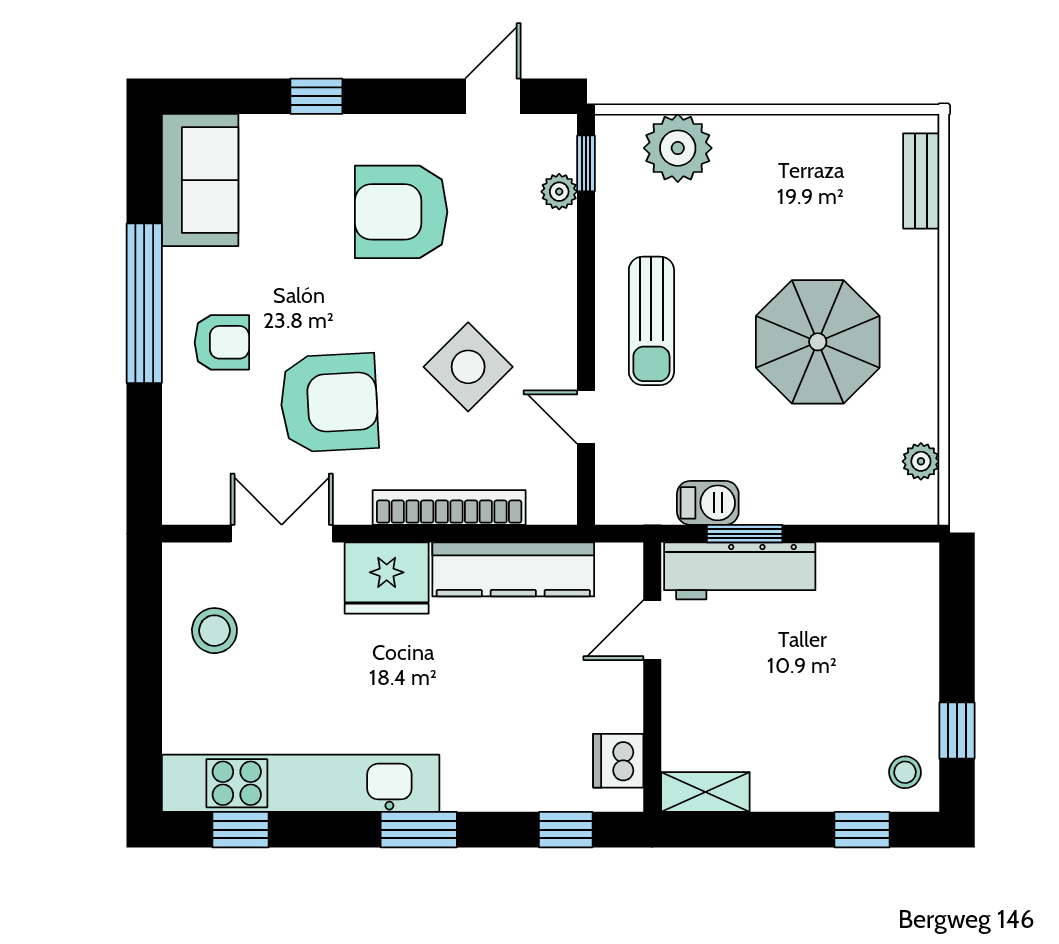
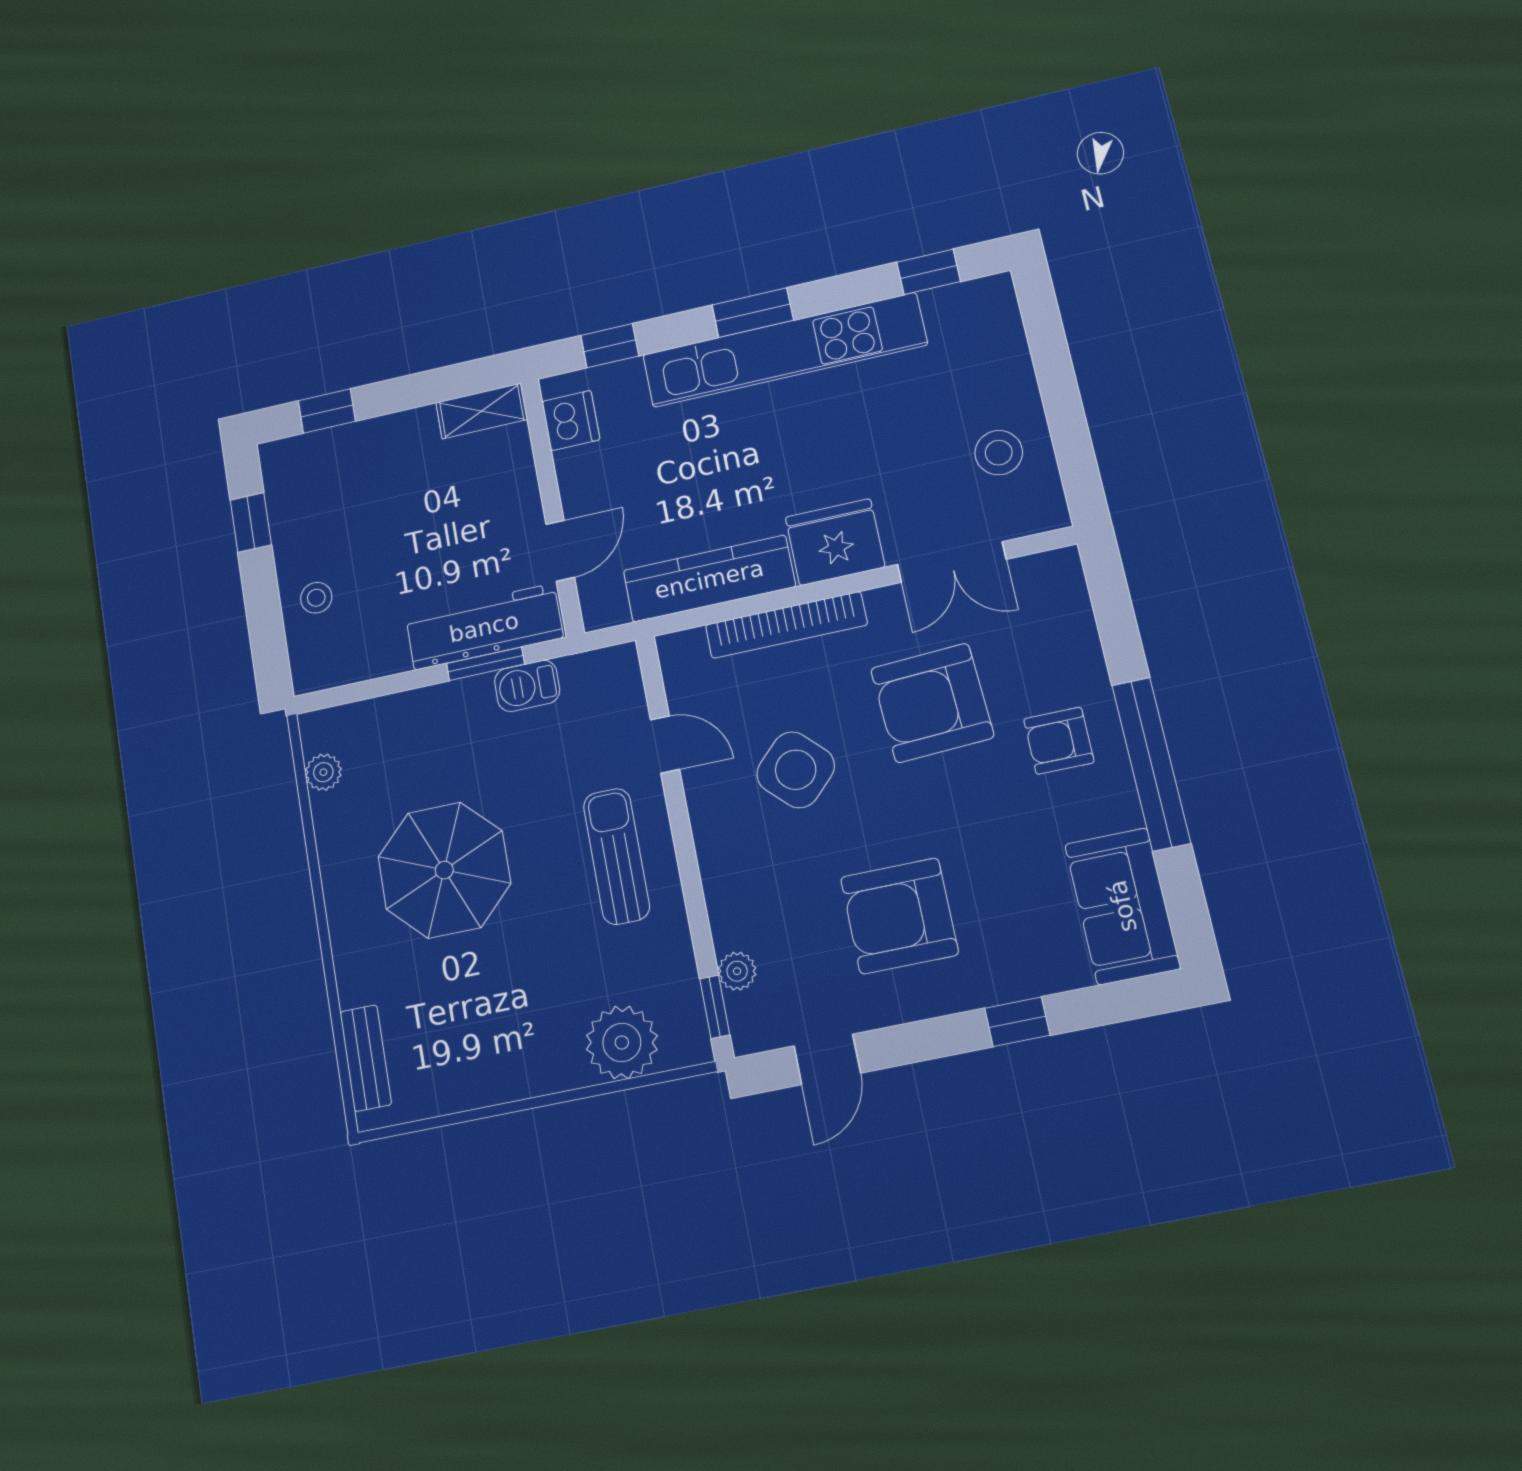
armchair: (401, 212) -> (899, 916), turned 180
stool: (905, 772) -> (316, 598), moved
kitchen unit: (301, 783) -> (784, 350), moved

